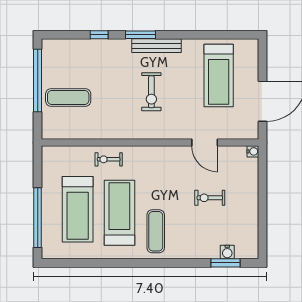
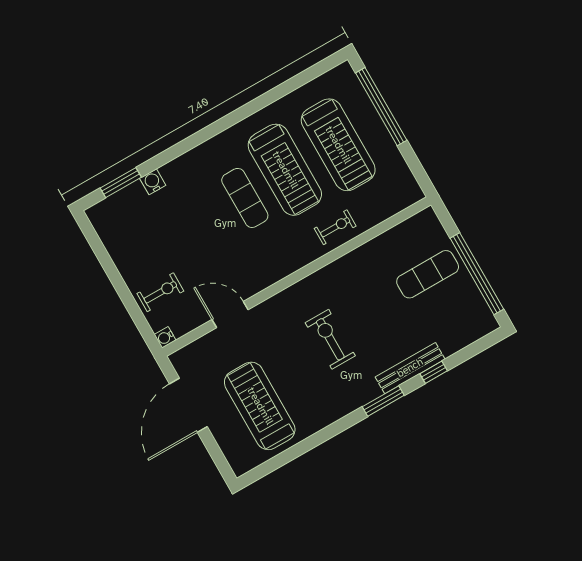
bench: (156, 46) -> (410, 368), moved
exercise bike: (210, 198) -> (160, 292), moved
treadmill: (78, 209) -> (338, 145), turned 180
exercise mat: (156, 231) -> (245, 198), moved
water cooler: (227, 252) -> (153, 182), moved

